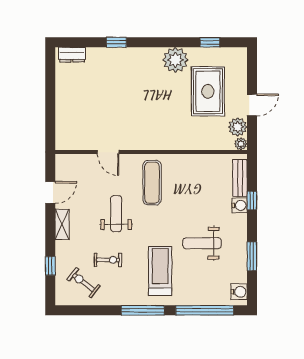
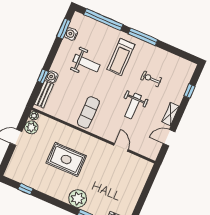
plant: (175, 60) -> (78, 199), moved
rug: (208, 91) -> (66, 159), moved, turned 90
exercise mat: (152, 183) -> (88, 112), moved
window: (252, 256) -> (64, 29), moved
exercise bike: (84, 283) -> (173, 71), removed
water cooler: (239, 292) -> (71, 34), moved

